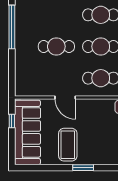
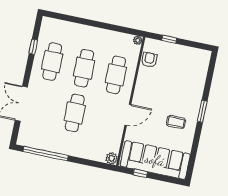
plant: (20, 91) -> (112, 158), added
coffee table: (68, 145) -> (176, 122), width x0.54, depth x0.58

